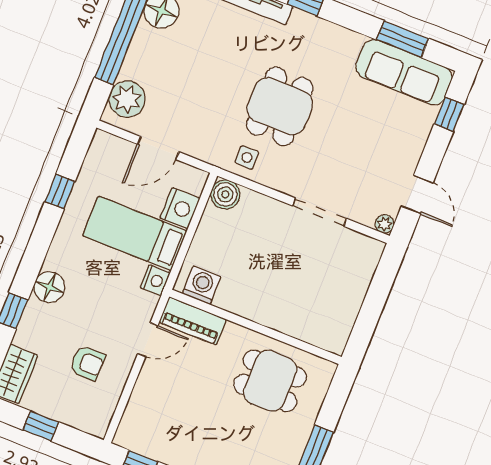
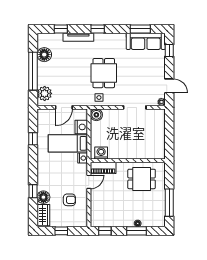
floor lamp: (49, 287) -> (43, 197), moved

